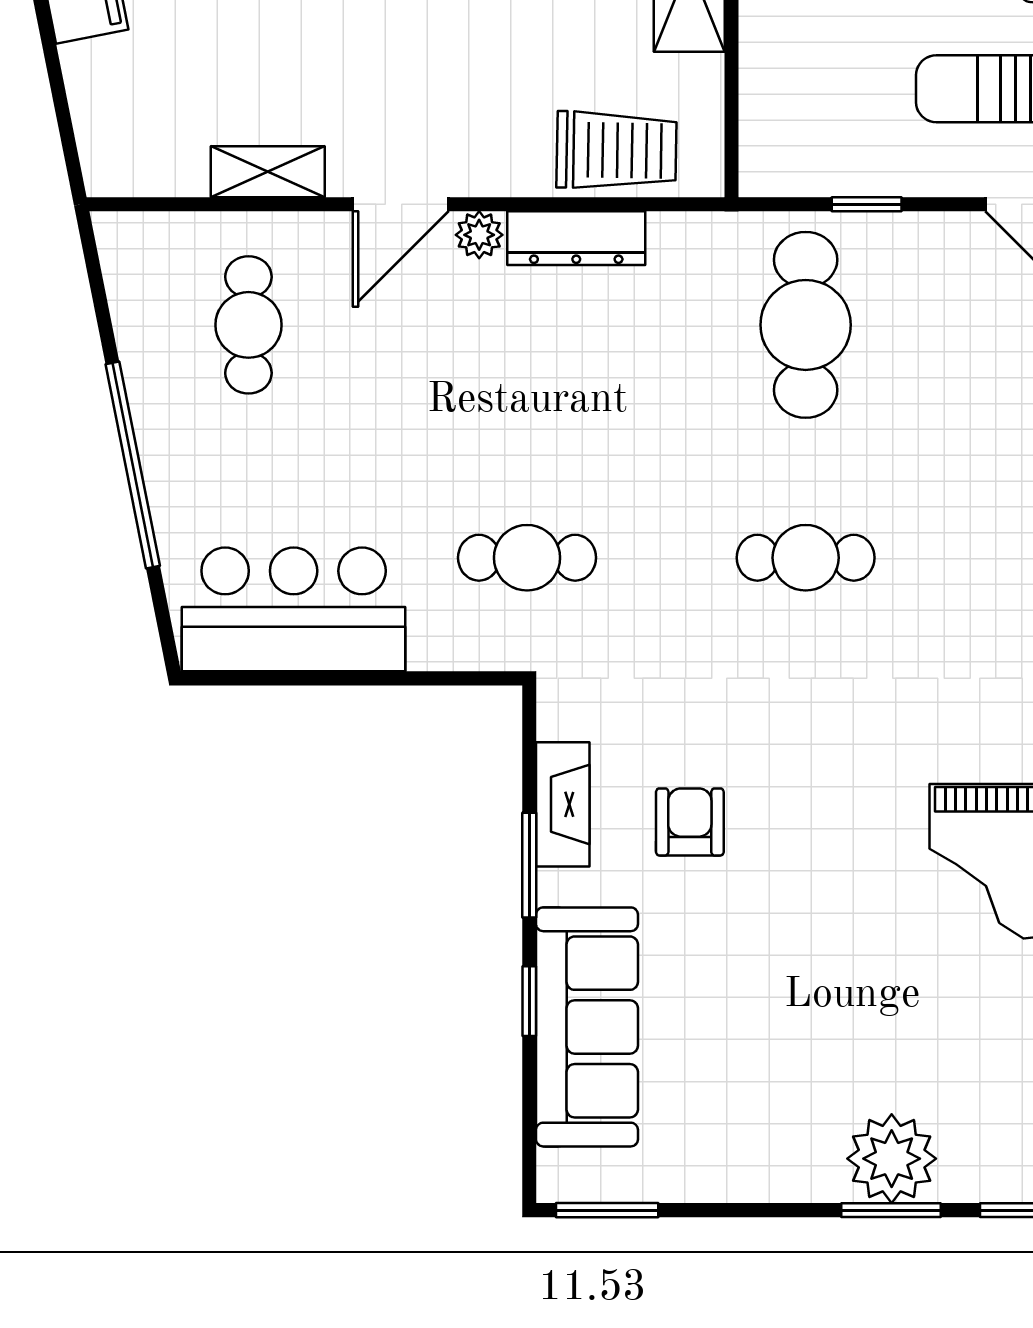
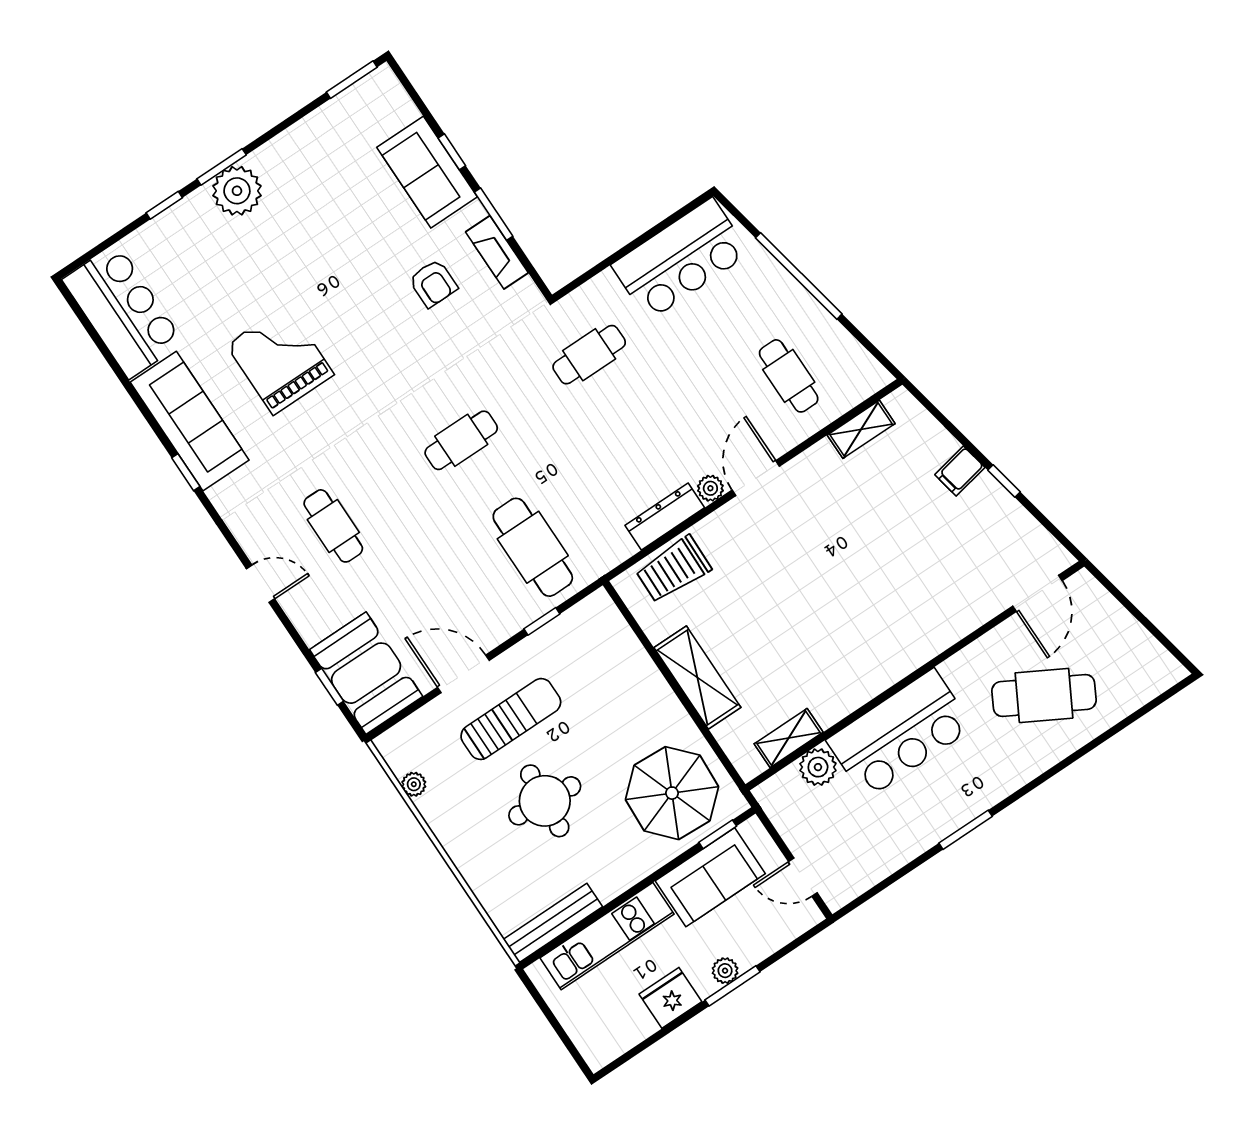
shelving: (268, 172) -> (861, 429), moved
sofa: (587, 1027) -> (427, 172), width x0.73

